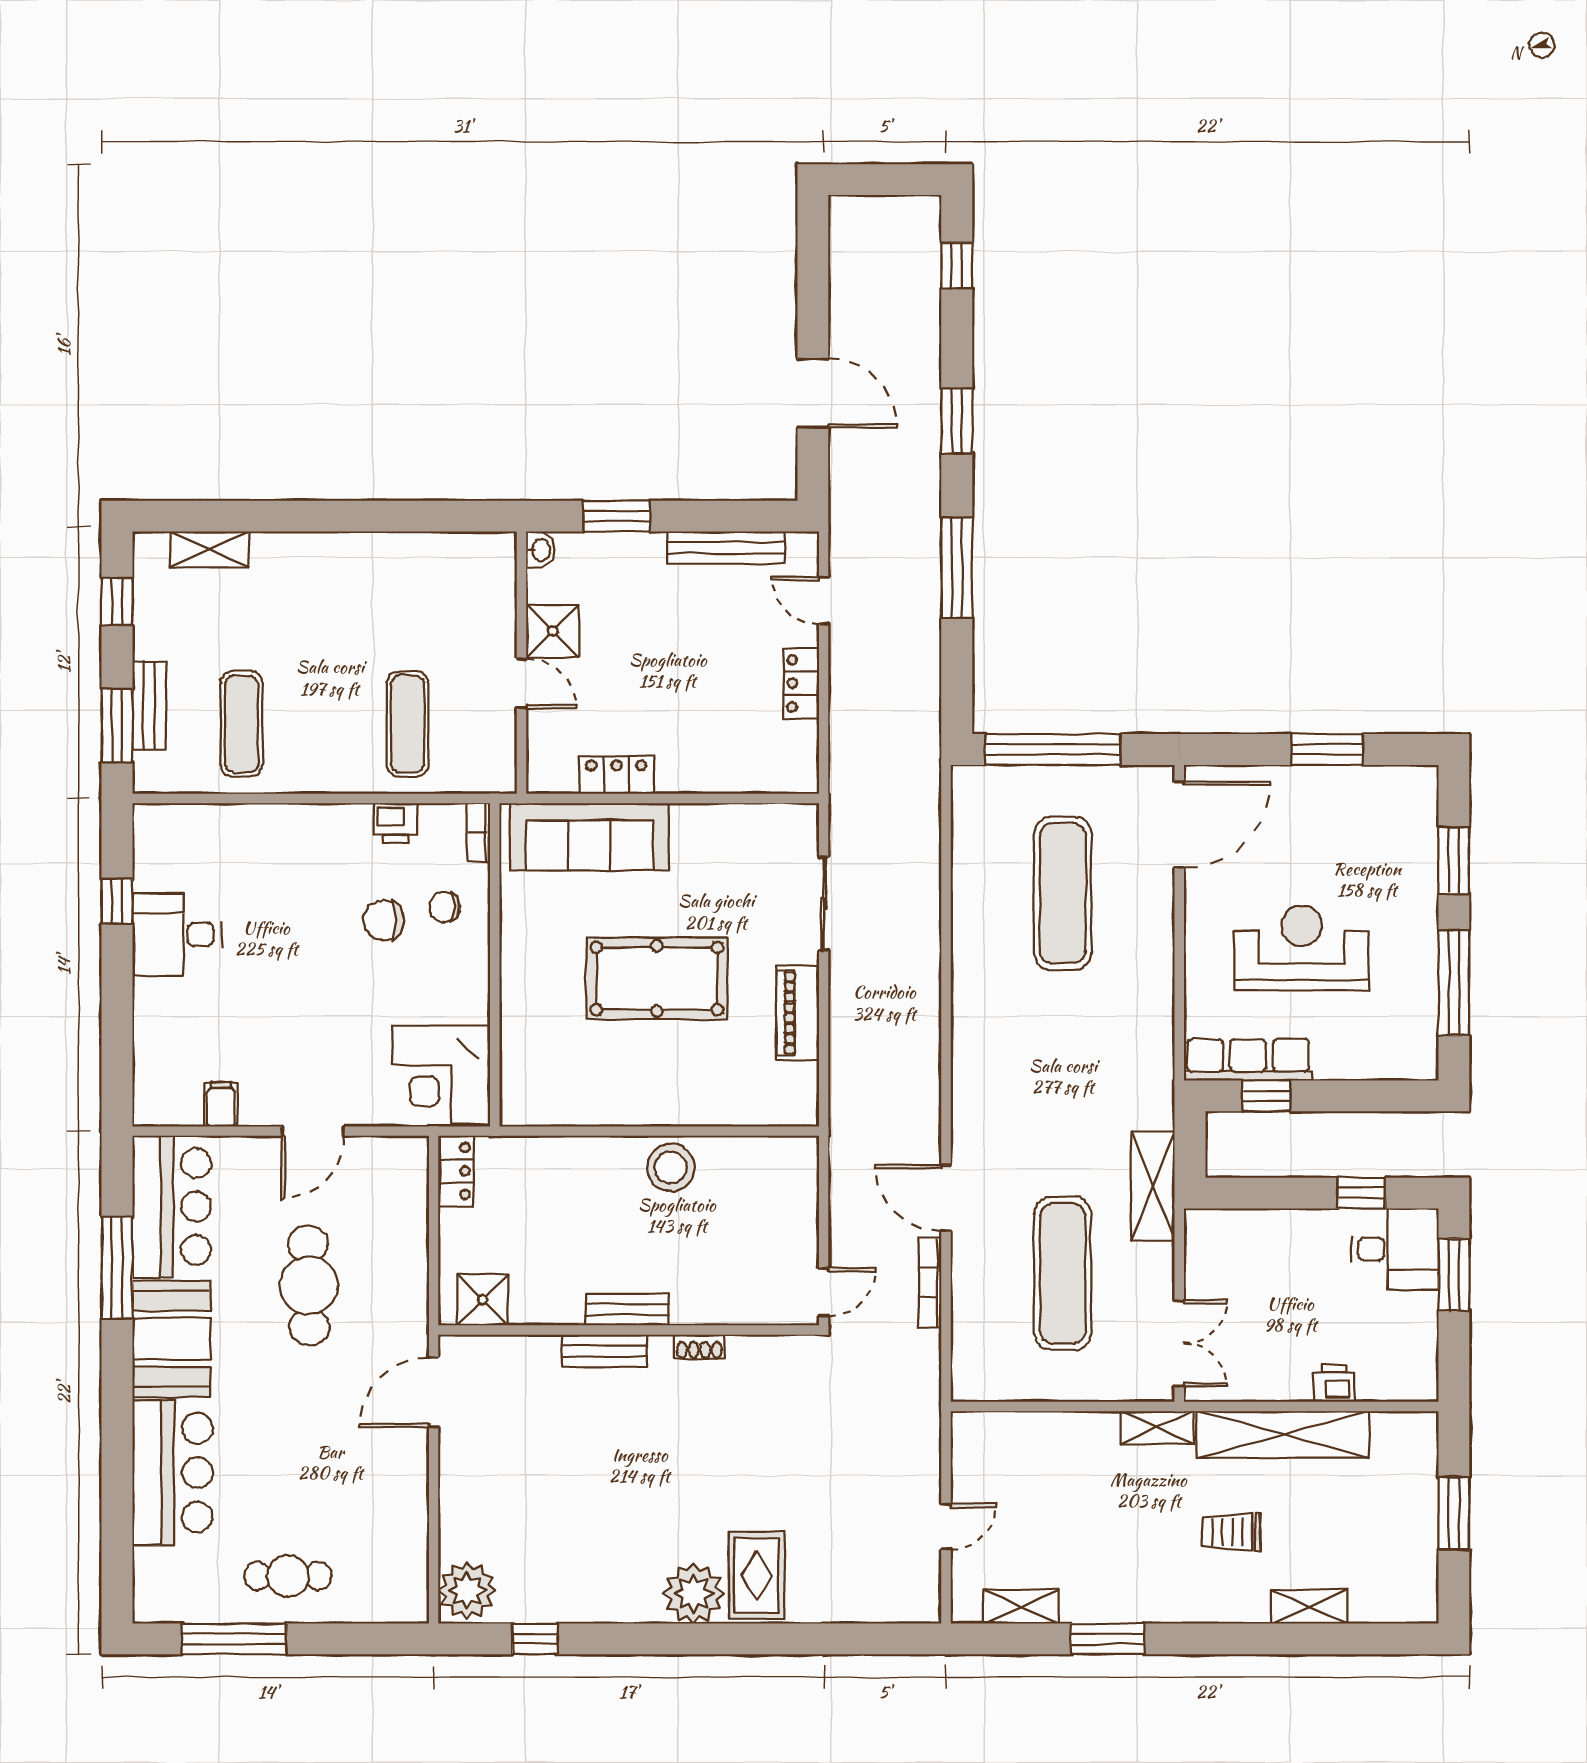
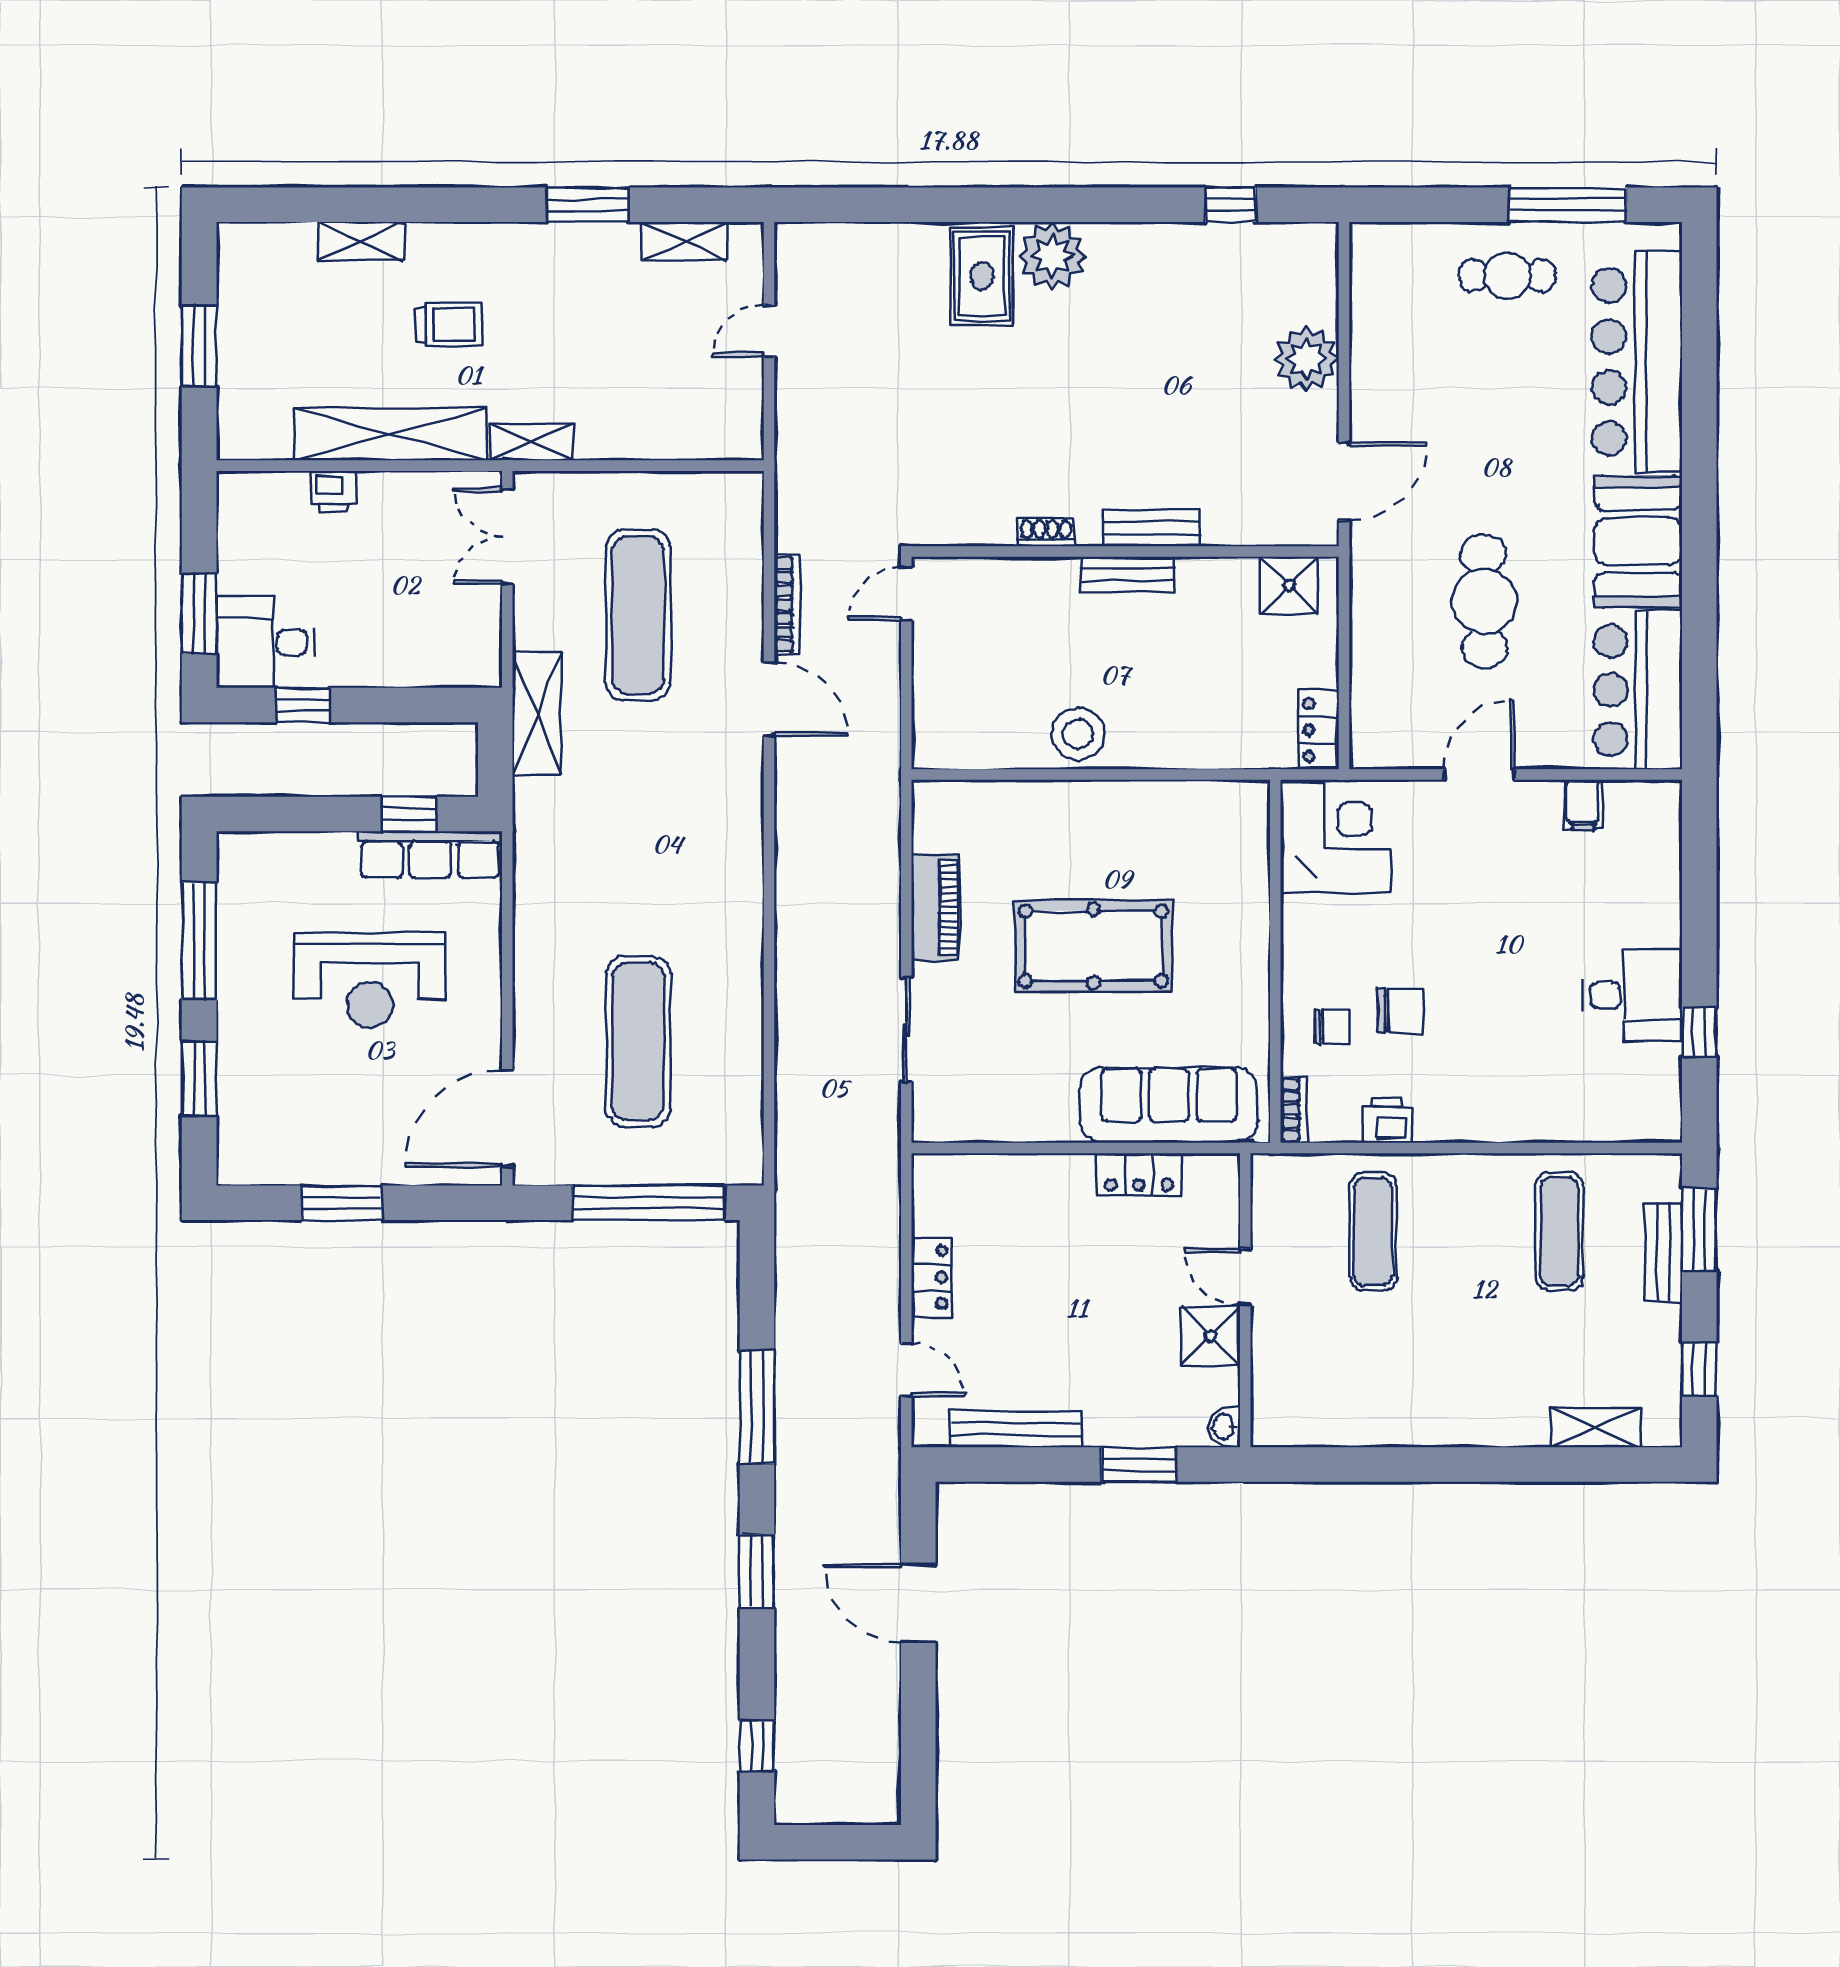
window: (117, 1268) -> (1699, 621), removed
bar counter: (172, 1473) -> (1637, 362), width x1.36
plant: (467, 1590) -> (1307, 359), moved

